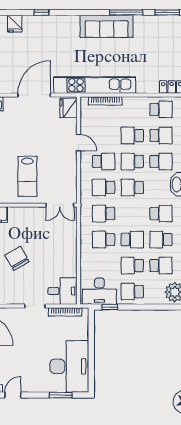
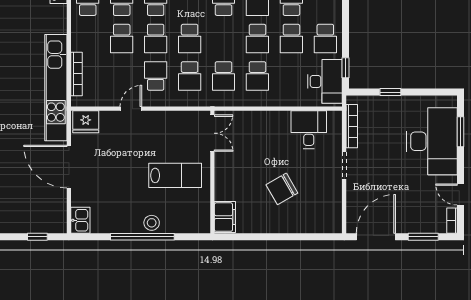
school desk: (132, 240) -> (257, 39), turned 180
desk: (62, 291) -> (309, 130), moved
window: (91, 341) -> (390, 92), added
desk: (69, 366) -> (432, 141), moved, turned 90

